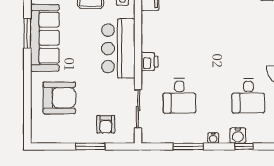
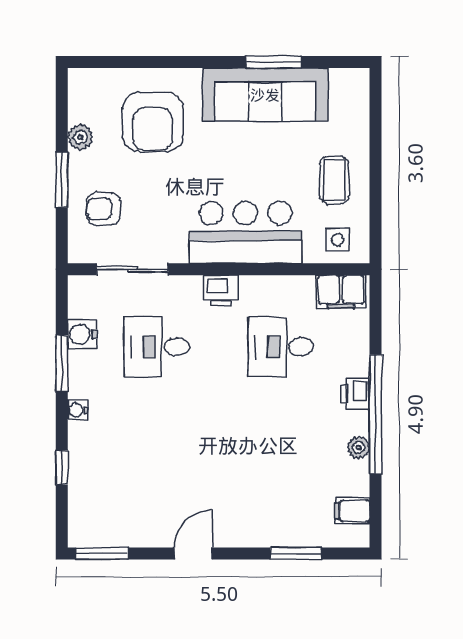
desk: (248, 96) -> (281, 347), moved
water cooler: (238, 136) -> (82, 334), moved
plant: (68, 137) -> (80, 137), added

